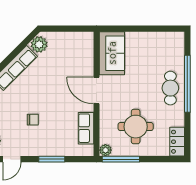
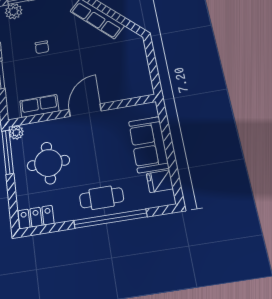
fridge: (165, 41) -> (160, 181), added
plant: (39, 44) -> (128, 38), removed
sofa: (112, 53) -> (149, 145), moved, turned 90

